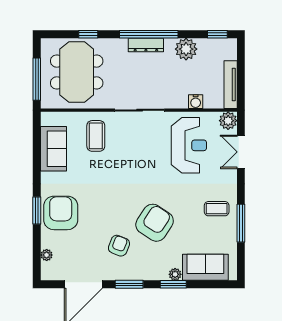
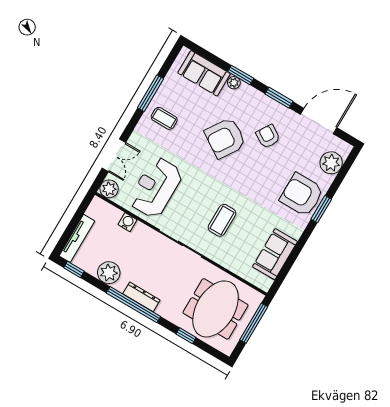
tv unit: (231, 85) -> (77, 238), moved
coffee table: (96, 136) -> (222, 220), moved
armchair: (61, 213) -> (302, 195), turned 90
armchair: (119, 246) -> (268, 136), turned 101
plant: (47, 255) -> (331, 163), width x1.87, depth x1.87

